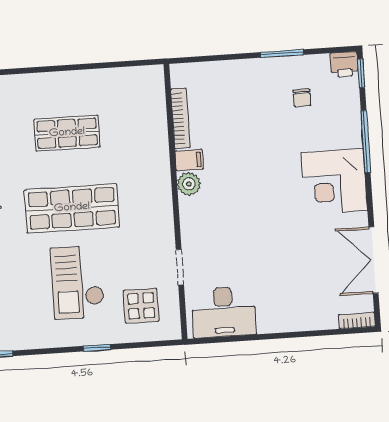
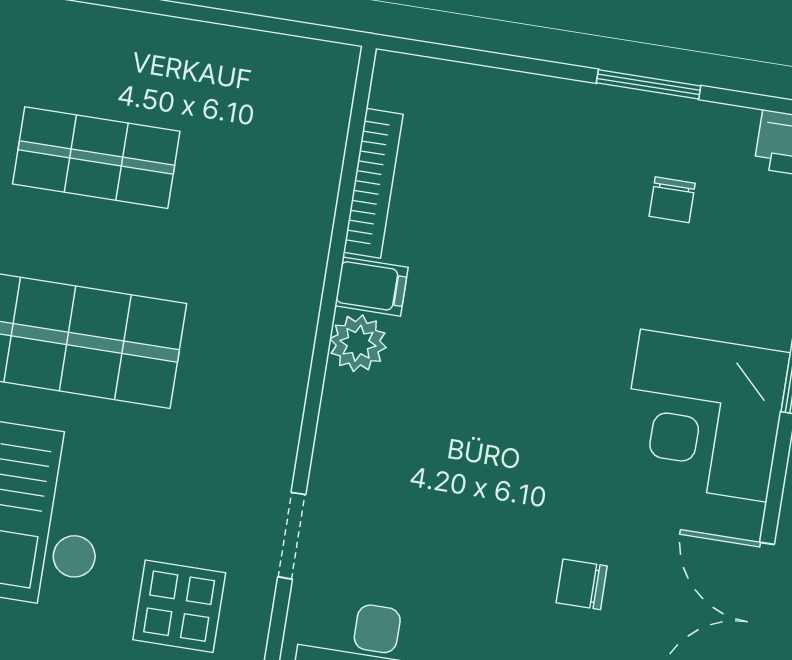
chair: (301, 260) -> (582, 584), added

